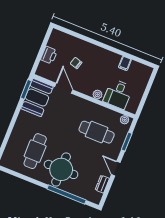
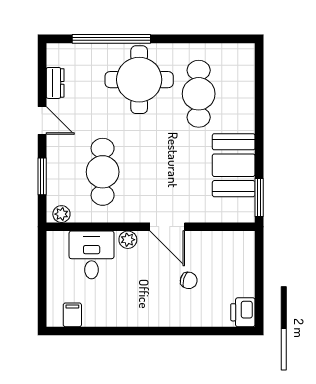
printer: (49, 55) -> (243, 312), moved
filing cabinet: (125, 63) -> (72, 315), moved
door: (64, 88) -> (167, 227), moved
booth: (37, 98) -> (234, 165), moved
cafe table: (97, 132) -> (103, 172), turned 90

